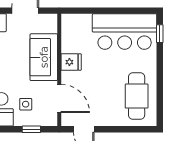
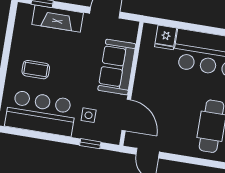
fridge: (71, 62) -> (166, 37), moved, turned 90

